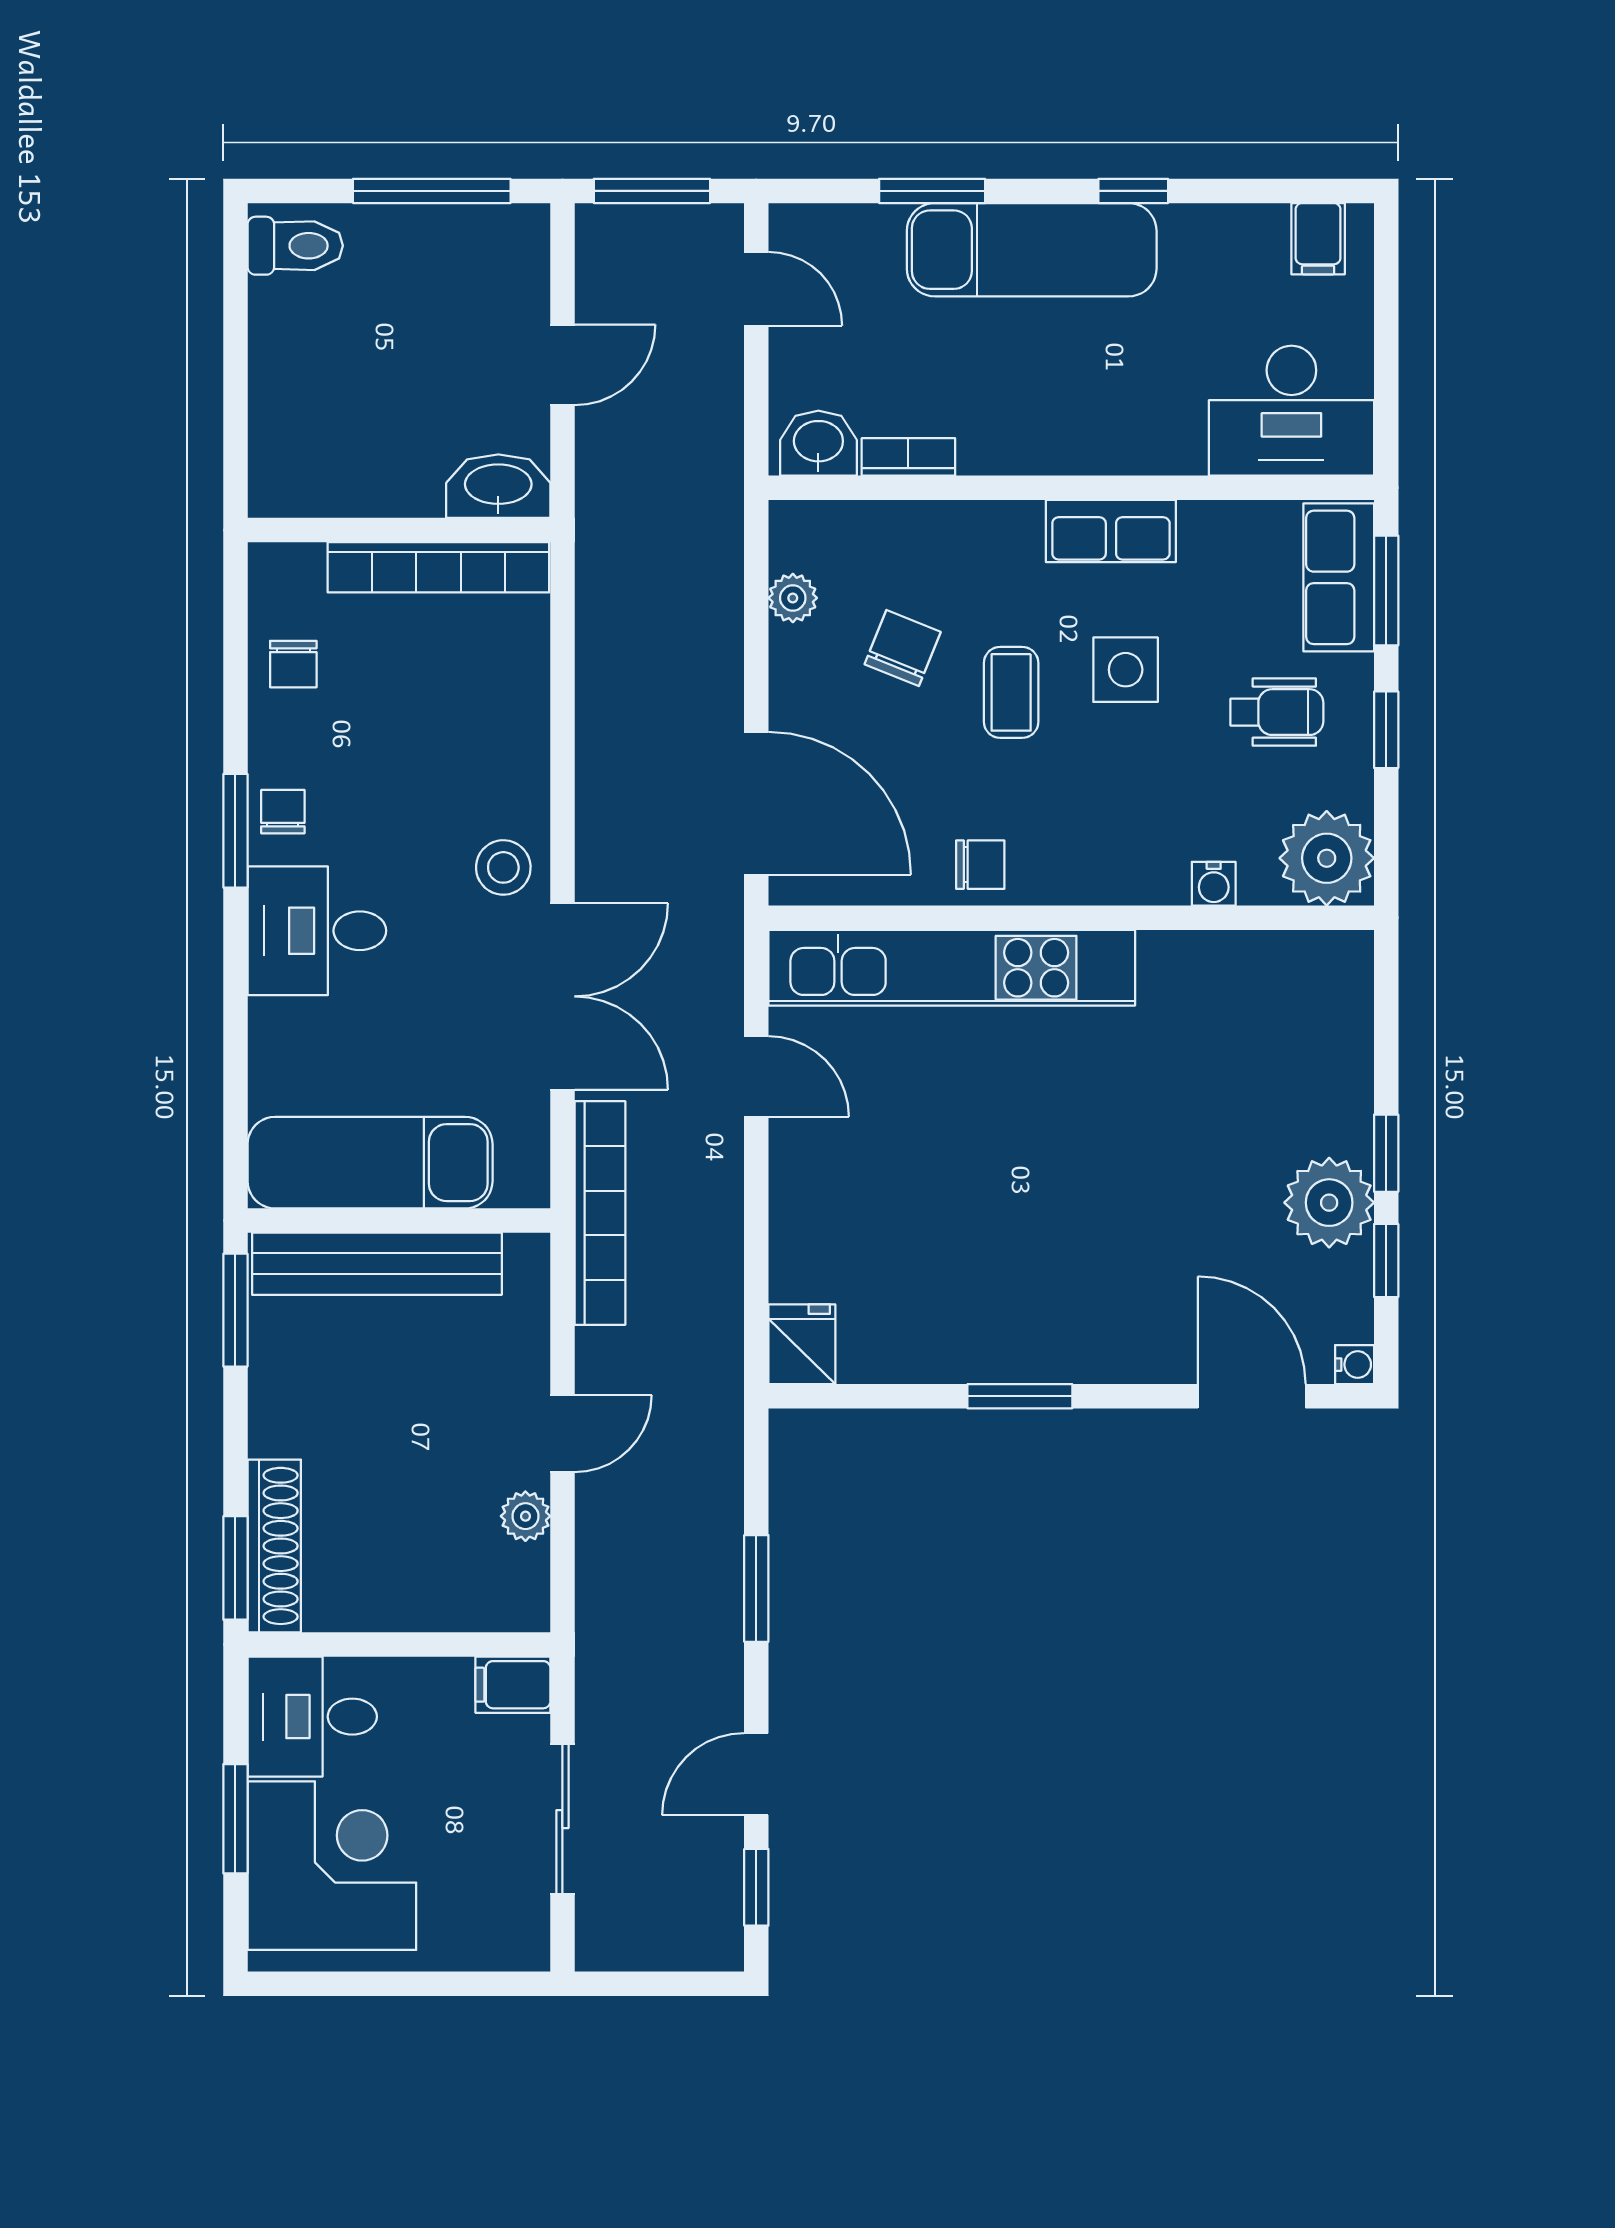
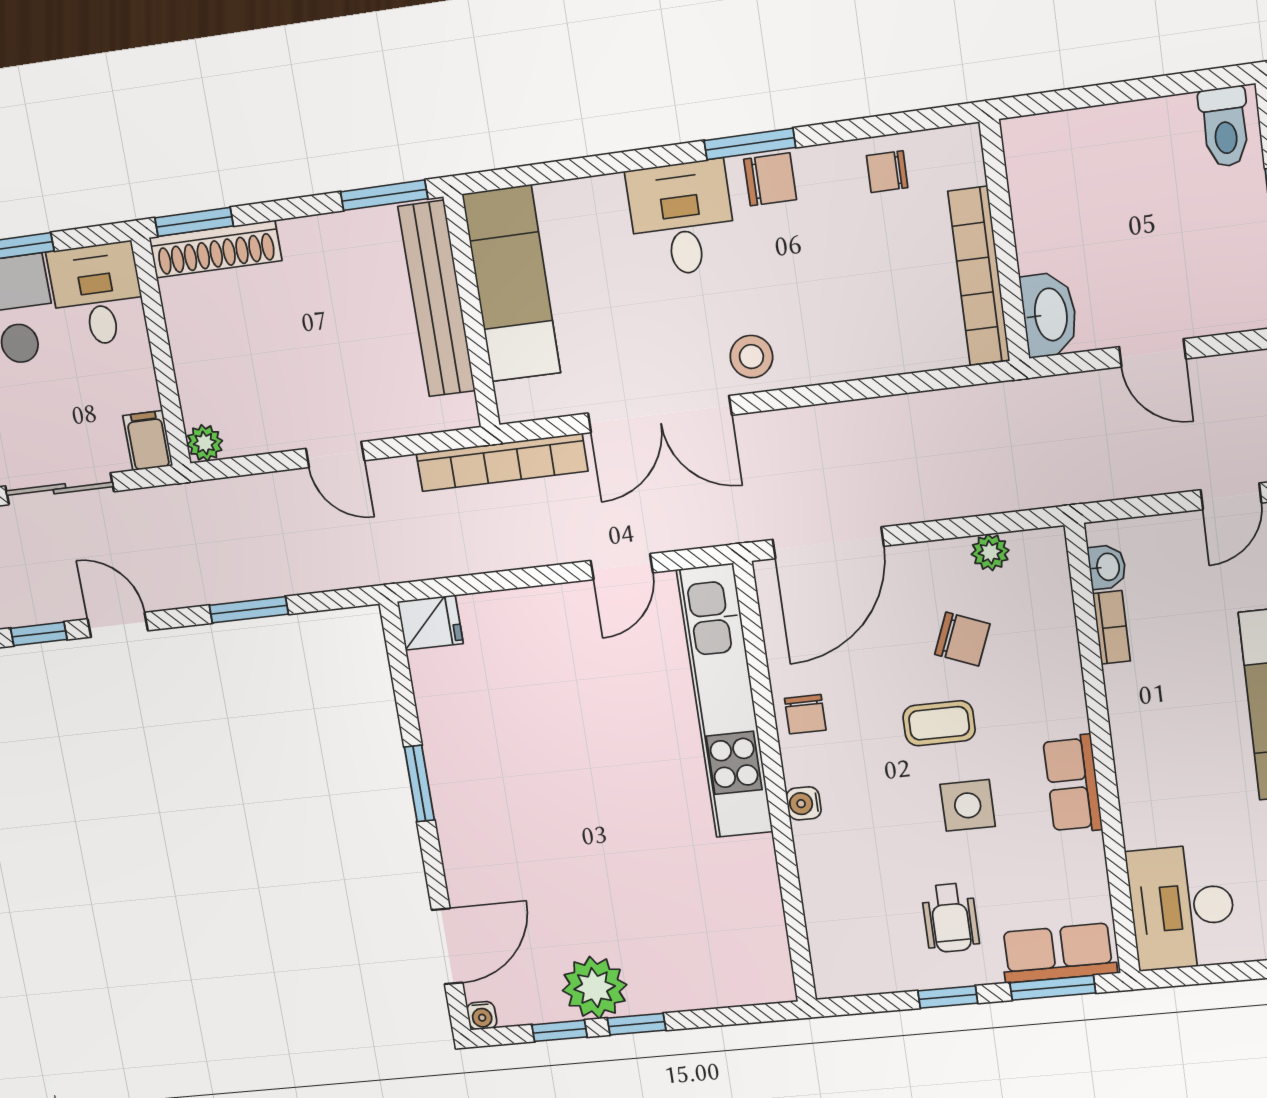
washbasin: (818, 443) -> (1107, 567), width x0.72, depth x0.69
chair: (283, 812) -> (770, 179), width x1.37, depth x1.37
plant: (1327, 858) -> (846, 963), removed
water cooler: (1214, 884) -> (804, 803), moved
plant: (525, 1516) -> (205, 443), moved

